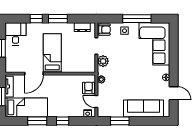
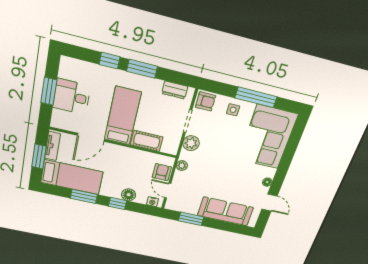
desk: (16, 34) -> (72, 97), moved, turned -90
cot: (72, 67) -> (147, 141), added
floor lamp: (69, 112) -> (129, 195), added

